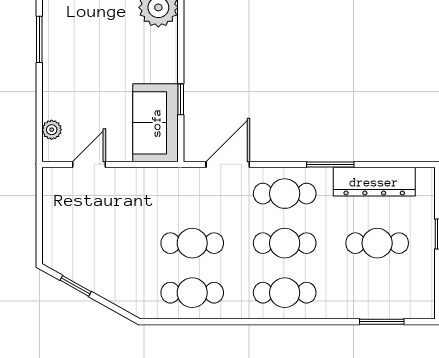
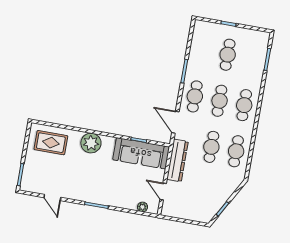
sofa: (156, 123) -> (141, 153), width x1.36
dresser: (374, 182) -> (177, 160), moved

